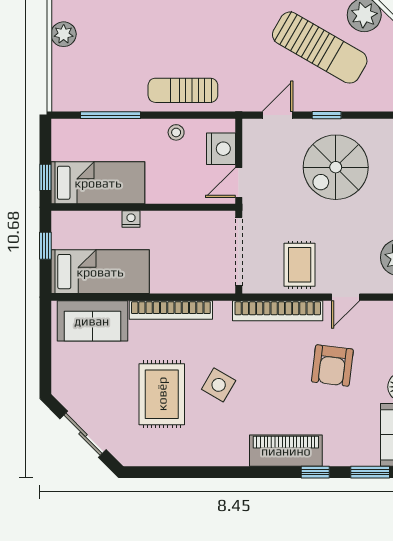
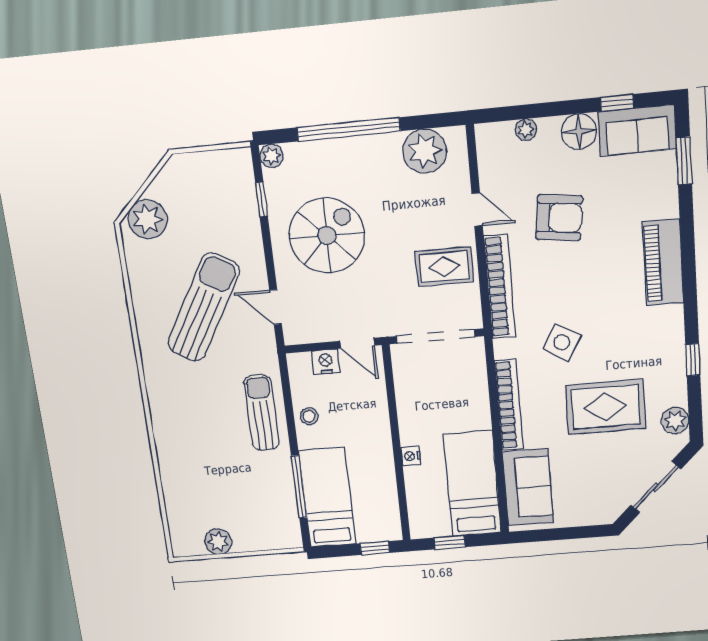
sun lounger: (320, 48) -> (204, 307), moved
sun lounger: (183, 90) -> (262, 413), turned 180
window: (327, 115) -> (262, 200), moved
nightstand: (221, 149) -> (326, 362), width x0.74, depth x0.75
spiral stairs: (336, 167) -> (327, 235), turned -90
bed: (98, 183) -> (327, 498), moved
side table: (219, 385) -> (562, 342), moved
plant: (144, 454) -> (675, 421), added
window: (315, 472) -> (693, 360), moved

